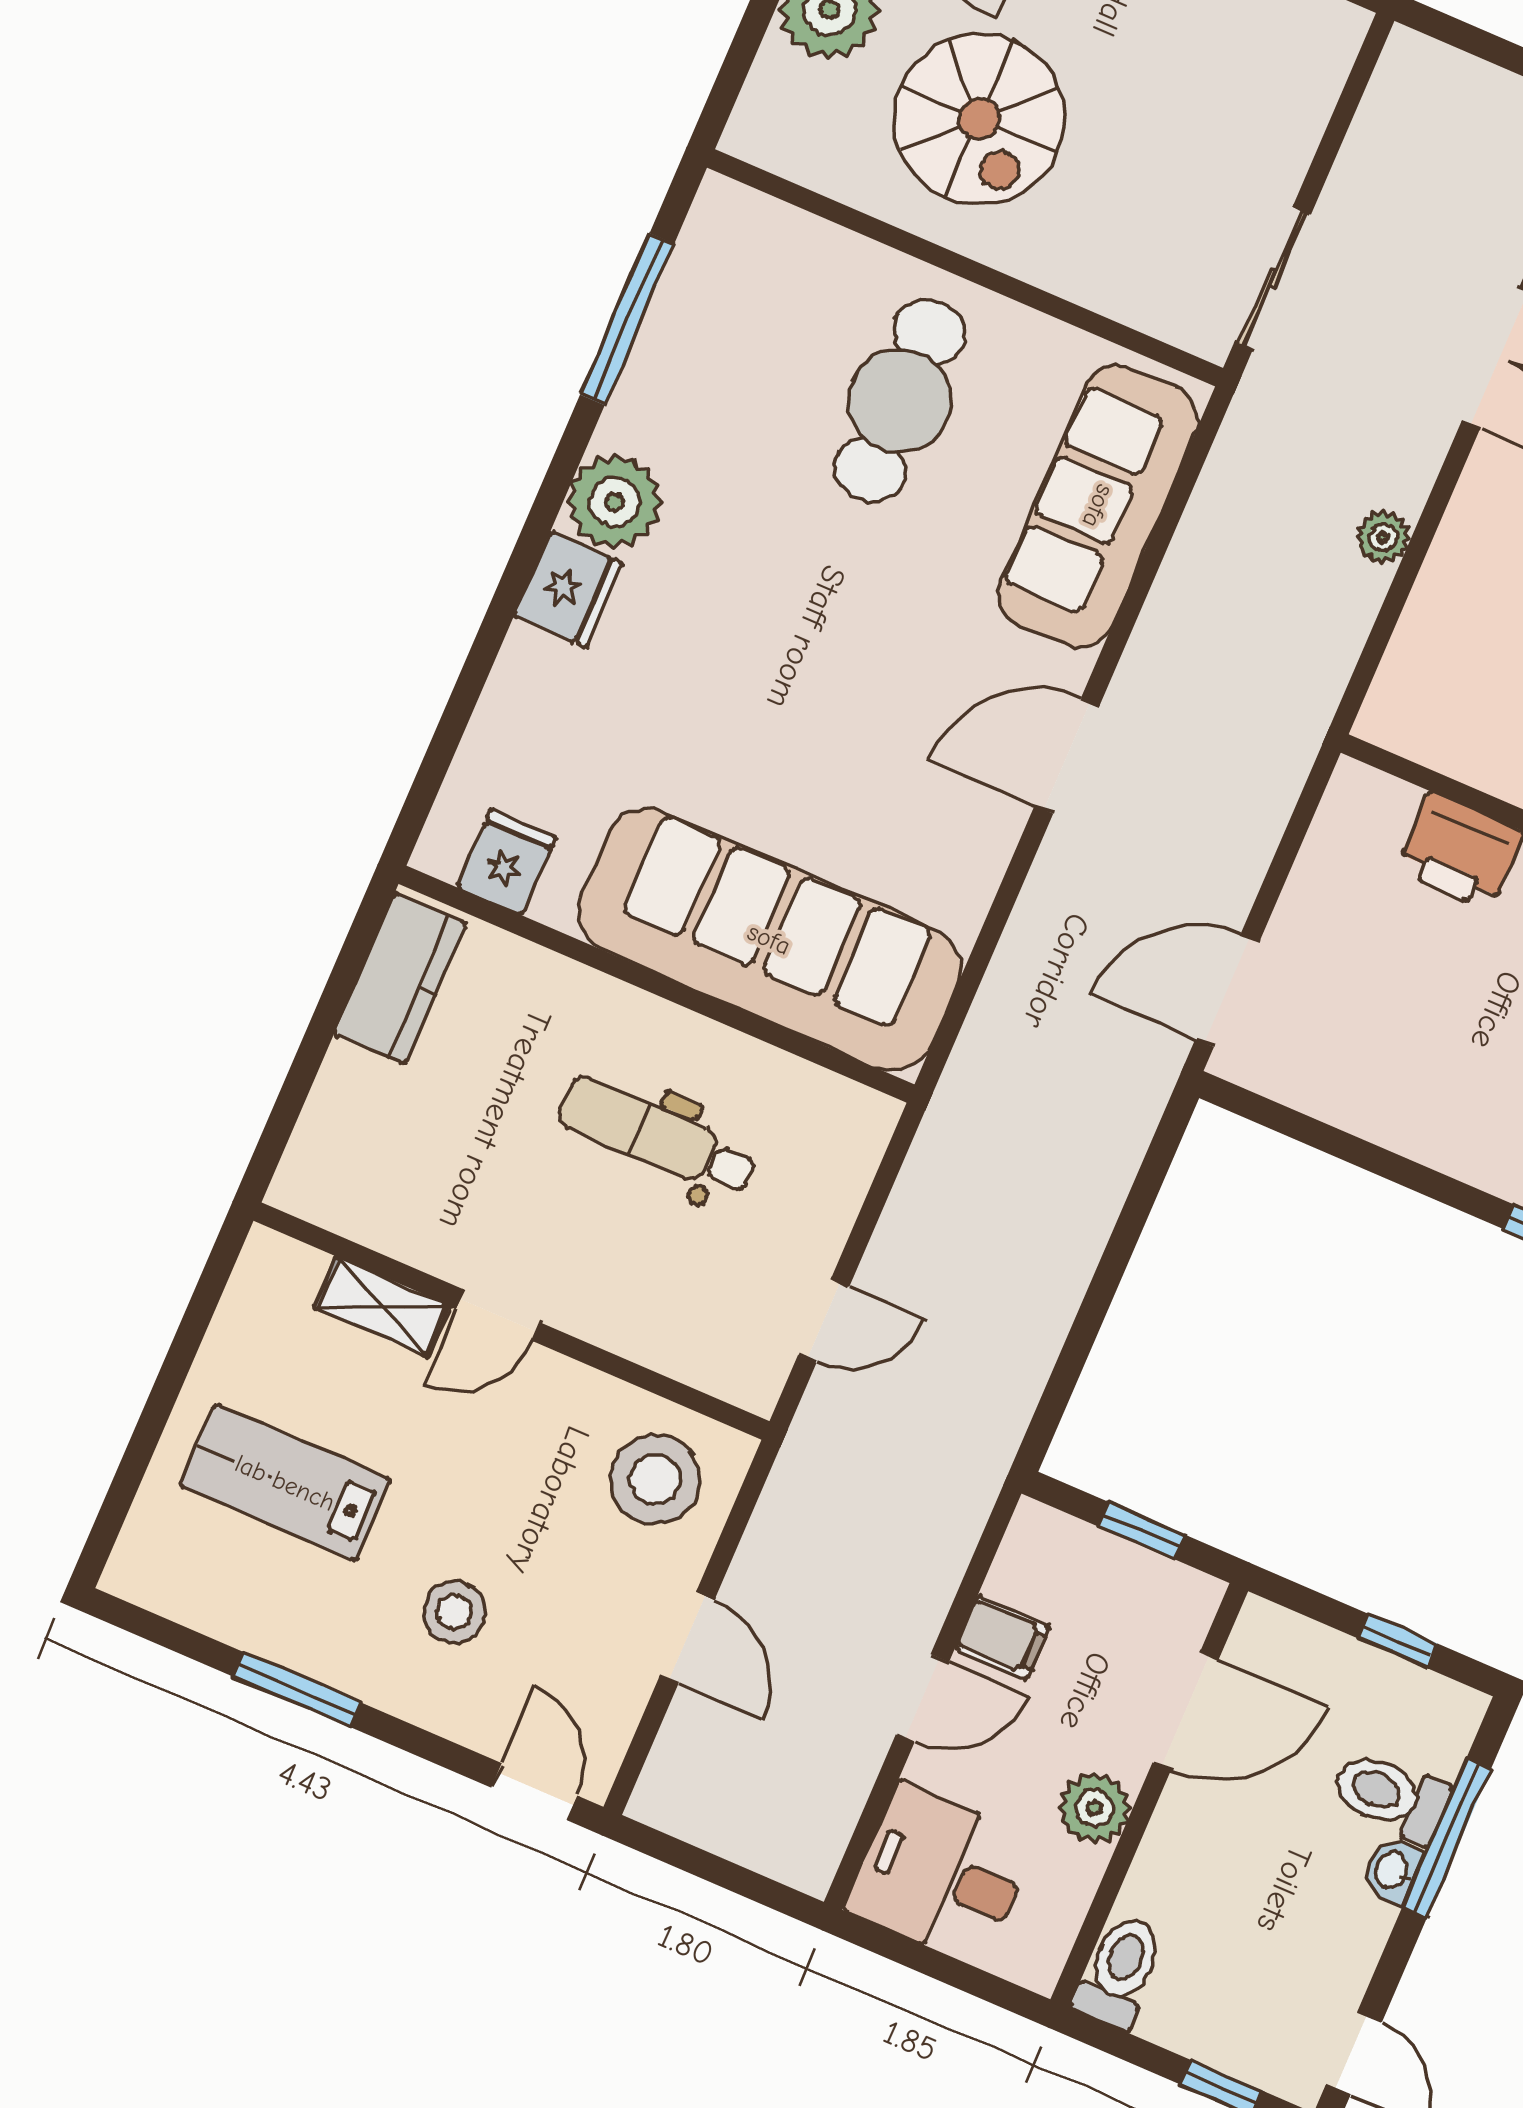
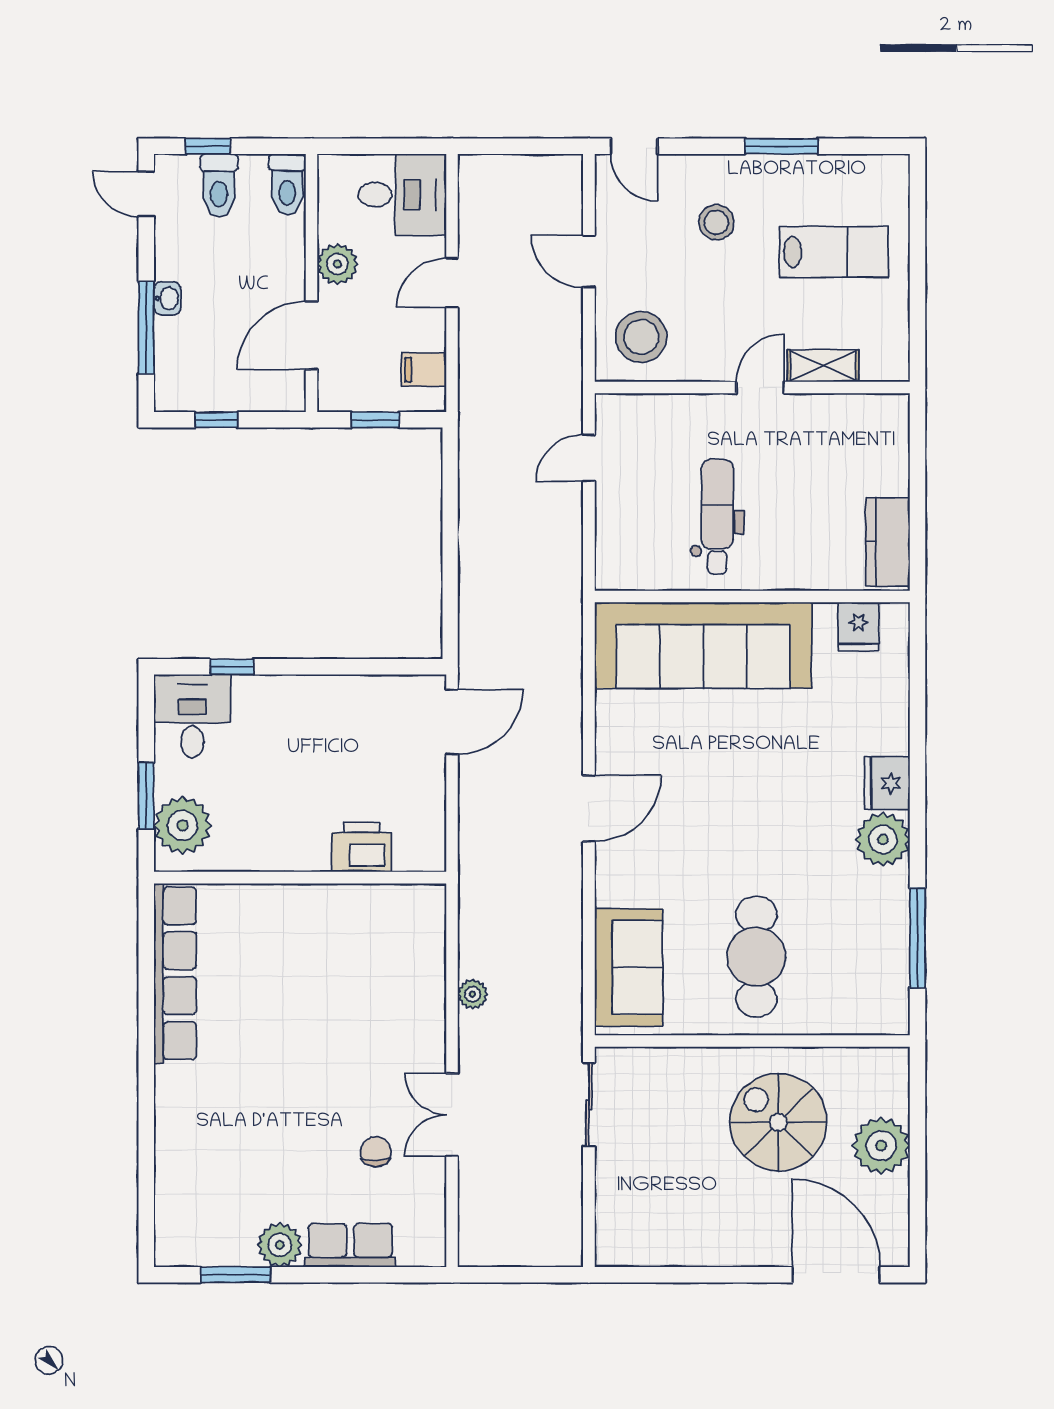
sofa: (1098, 506) -> (629, 967), width x0.73
dental chair: (657, 1137) -> (717, 517), turned -90
filing cabinet: (1002, 1637) -> (424, 370), moved
toilet: (1390, 1796) -> (219, 185), moved, turned 90

